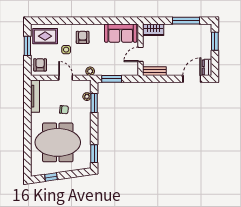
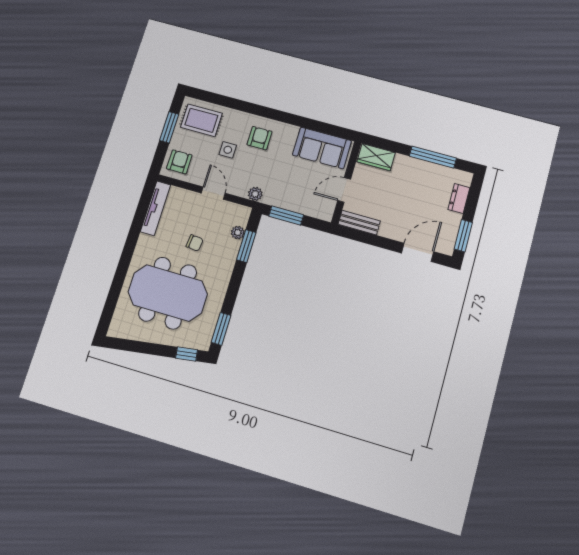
window: (215, 41) -> (463, 236), moved
dresser: (207, 67) -> (459, 199), moved
window: (51, 177) -> (187, 354), moved

